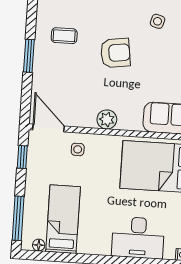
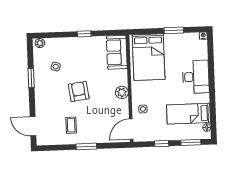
window: (22, 157) -> (162, 144), moved
window: (18, 218) -> (191, 142), width x0.69
desk: (138, 238) -> (196, 77), moved

